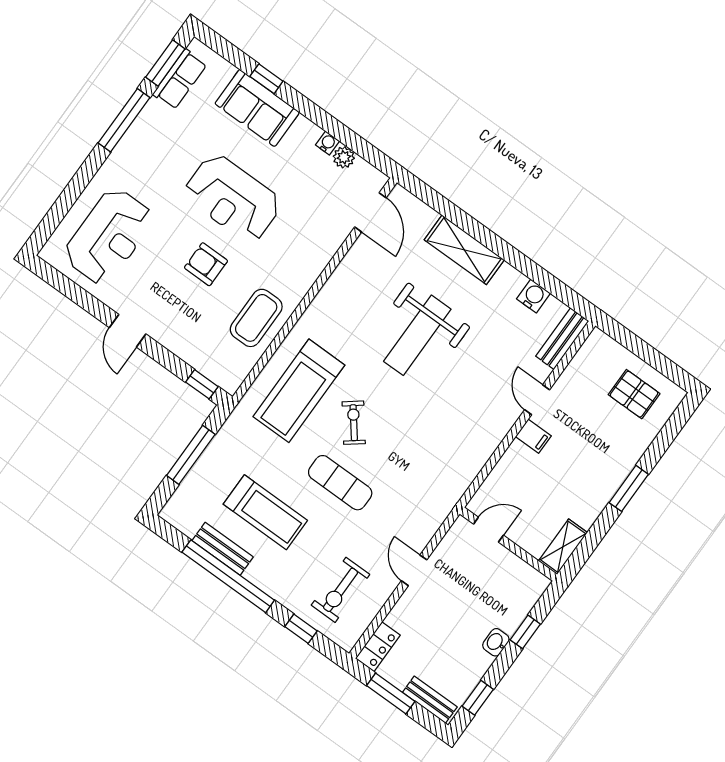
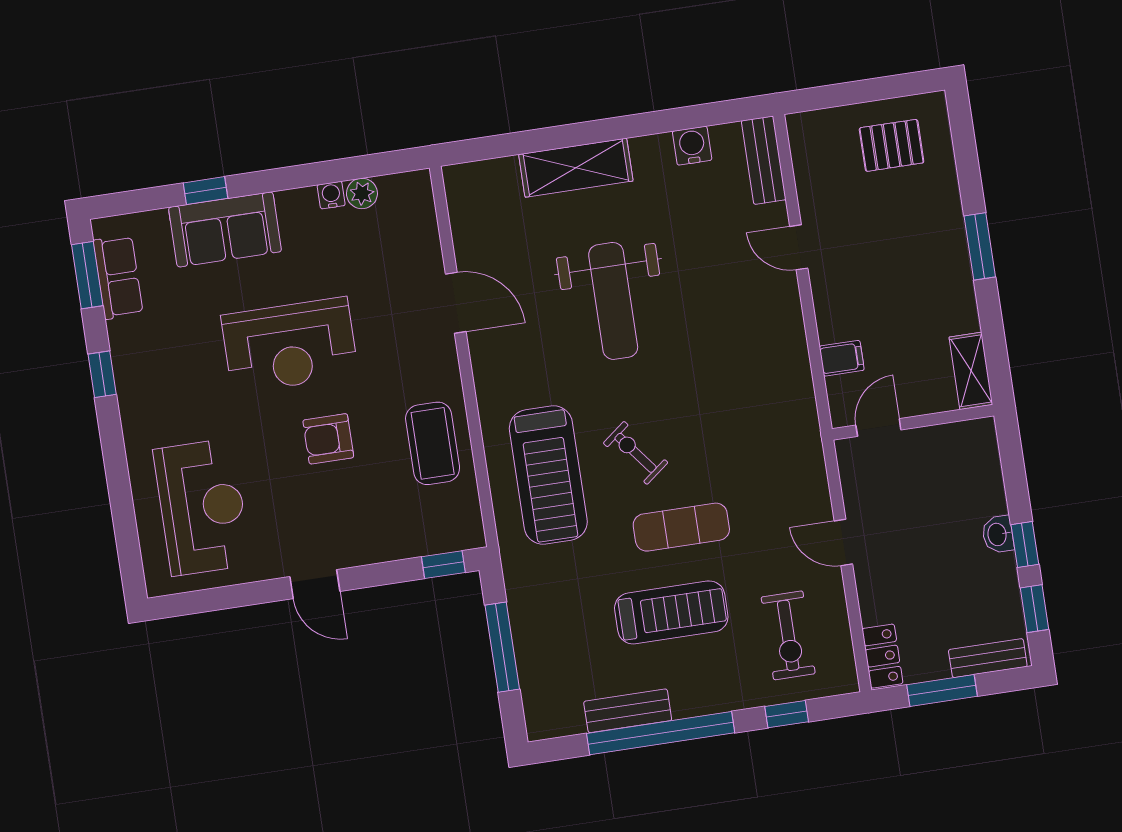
window: (124, 120) -> (102, 374), width x0.46
door: (370, 212) -> (456, 303), moved
filing cabinet: (533, 436) -> (842, 358), moved
treadmill: (265, 512) -> (671, 612), moved
window: (525, 632) -> (1025, 545), moved

